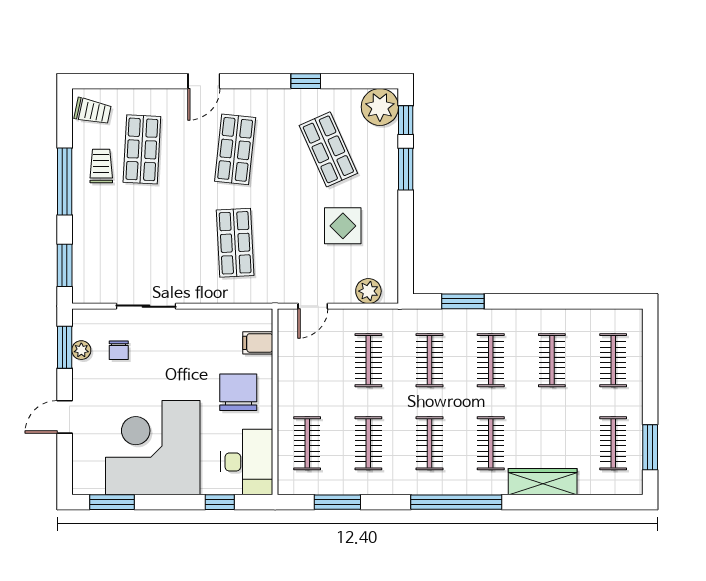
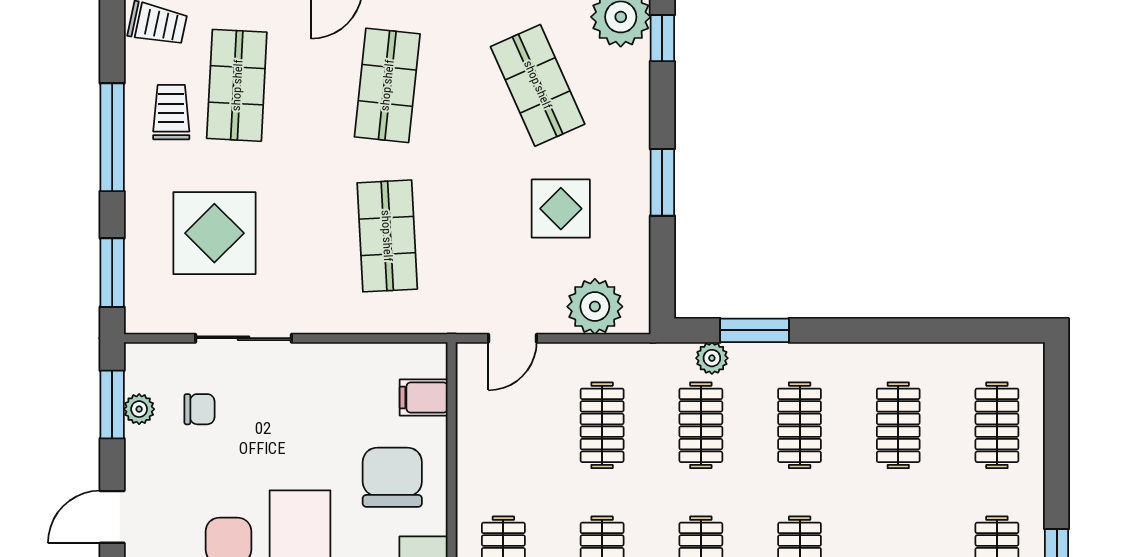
window: (406, 169) -> (662, 182), moved
display table: (128, 241) -> (214, 233), added
plant: (368, 291) -> (595, 307), width x1.36, depth x1.36
plant: (436, 318) -> (712, 358), added
chair: (119, 350) -> (199, 409), turned -90

